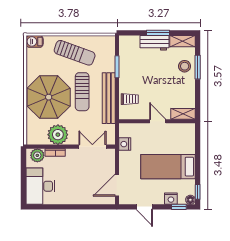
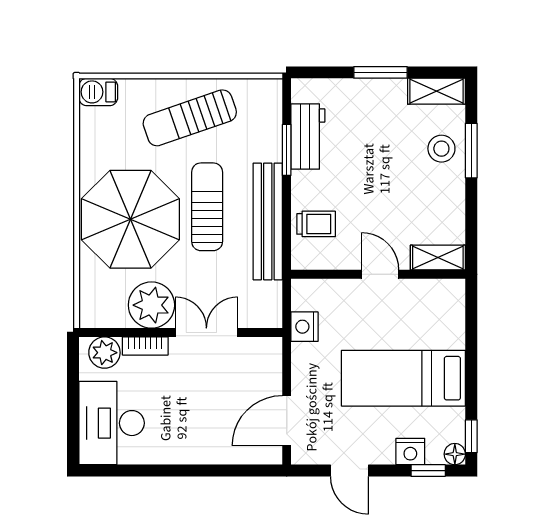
workbench: (154, 43) -> (308, 136), moved, turned -90
sun lounger: (75, 53) -> (190, 118), turned 141
sun lounger: (82, 92) -> (207, 207), turned 180
double door: (92, 147) -> (206, 332), moved

